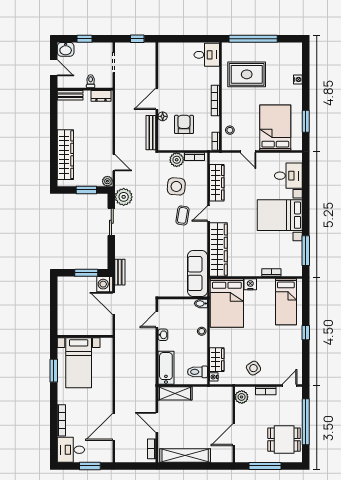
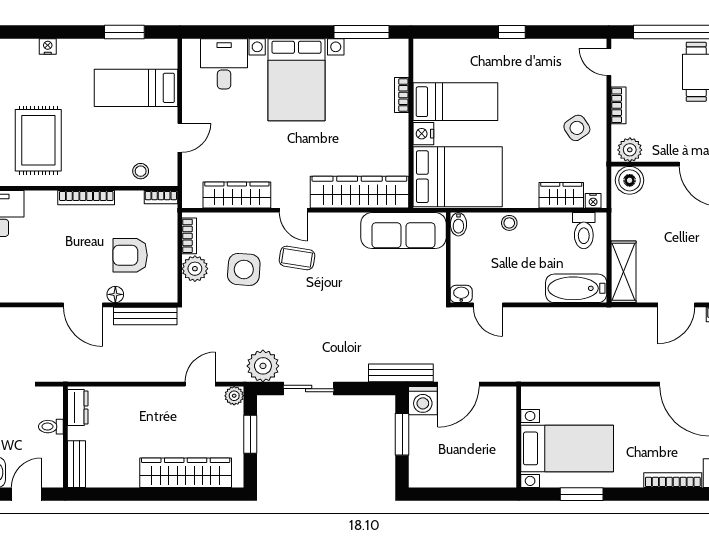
bed: (275, 128) -> (136, 88), width x0.67
bench: (120, 272) -> (401, 373), width x1.36
bed: (286, 302) -> (455, 102), moved
washbasin: (163, 335) -> (461, 294), moved
boiler: (225, 397) -> (630, 180), added

